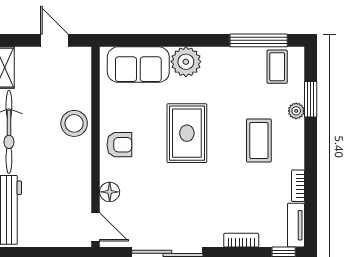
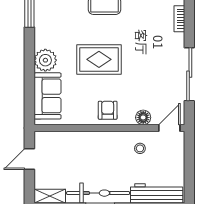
stool: (74, 123) -> (140, 148), moved, width x0.53, depth x0.53

